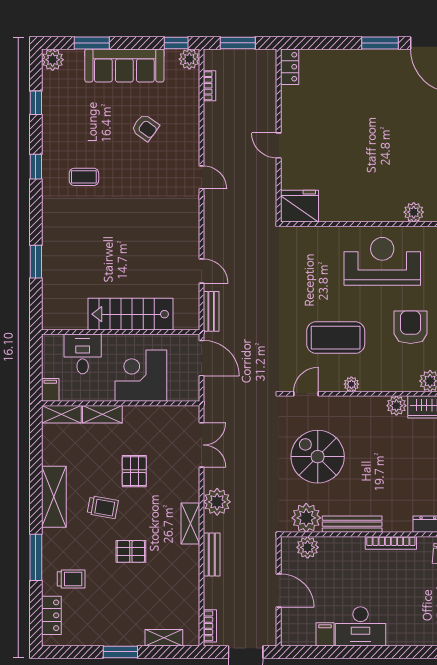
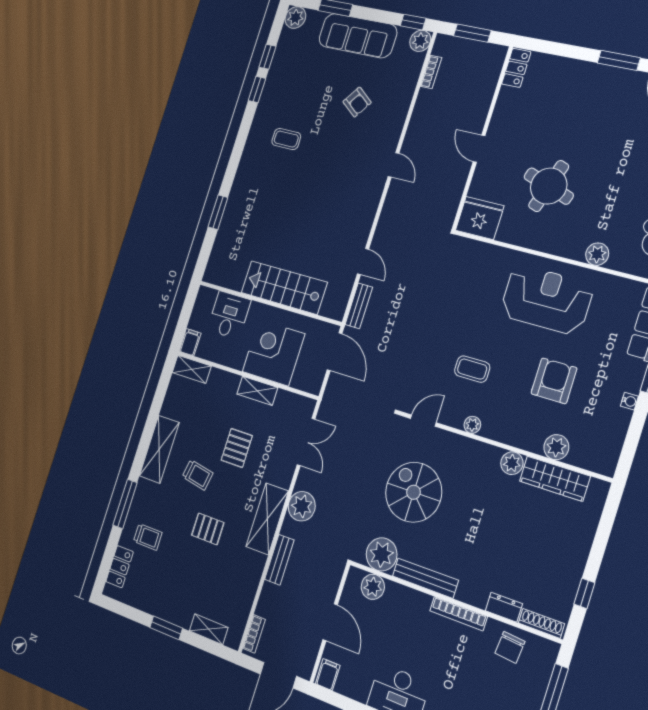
round table: (353, 164) -> (549, 186), added
window: (36, 167) -> (257, 90), moved
coffee table: (336, 338) -> (472, 369), width x0.54, depth x0.58
shelving: (102, 414) -> (257, 391), moved
shelving: (190, 523) -> (267, 519), width x1.50, depth x1.33
filing cabinet: (325, 634) -> (328, 675), moved

